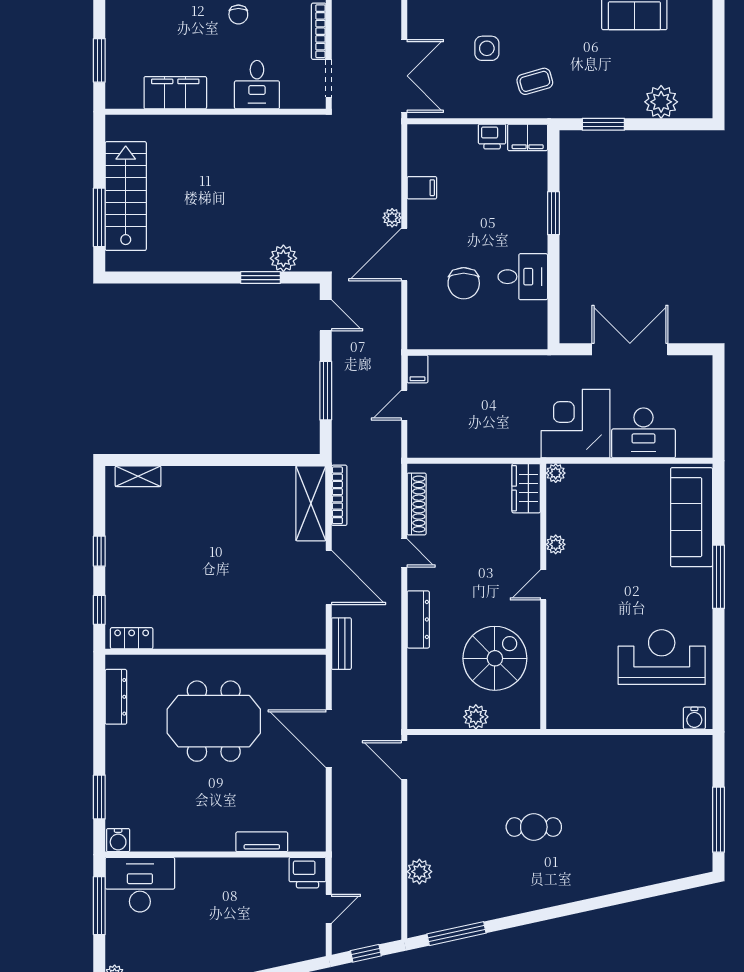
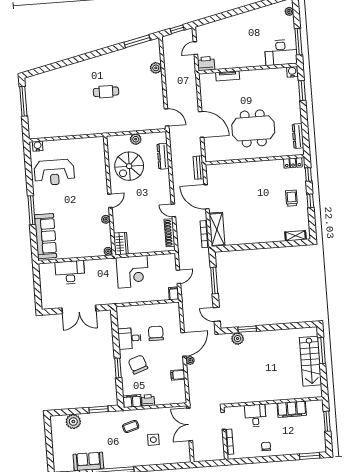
chair: (508, 218) -> (138, 364), added
corner desk: (575, 424) -> (133, 272), moved
trolley: (140, 560) -> (292, 198), added
dresser: (418, 619) -> (163, 156), moved

